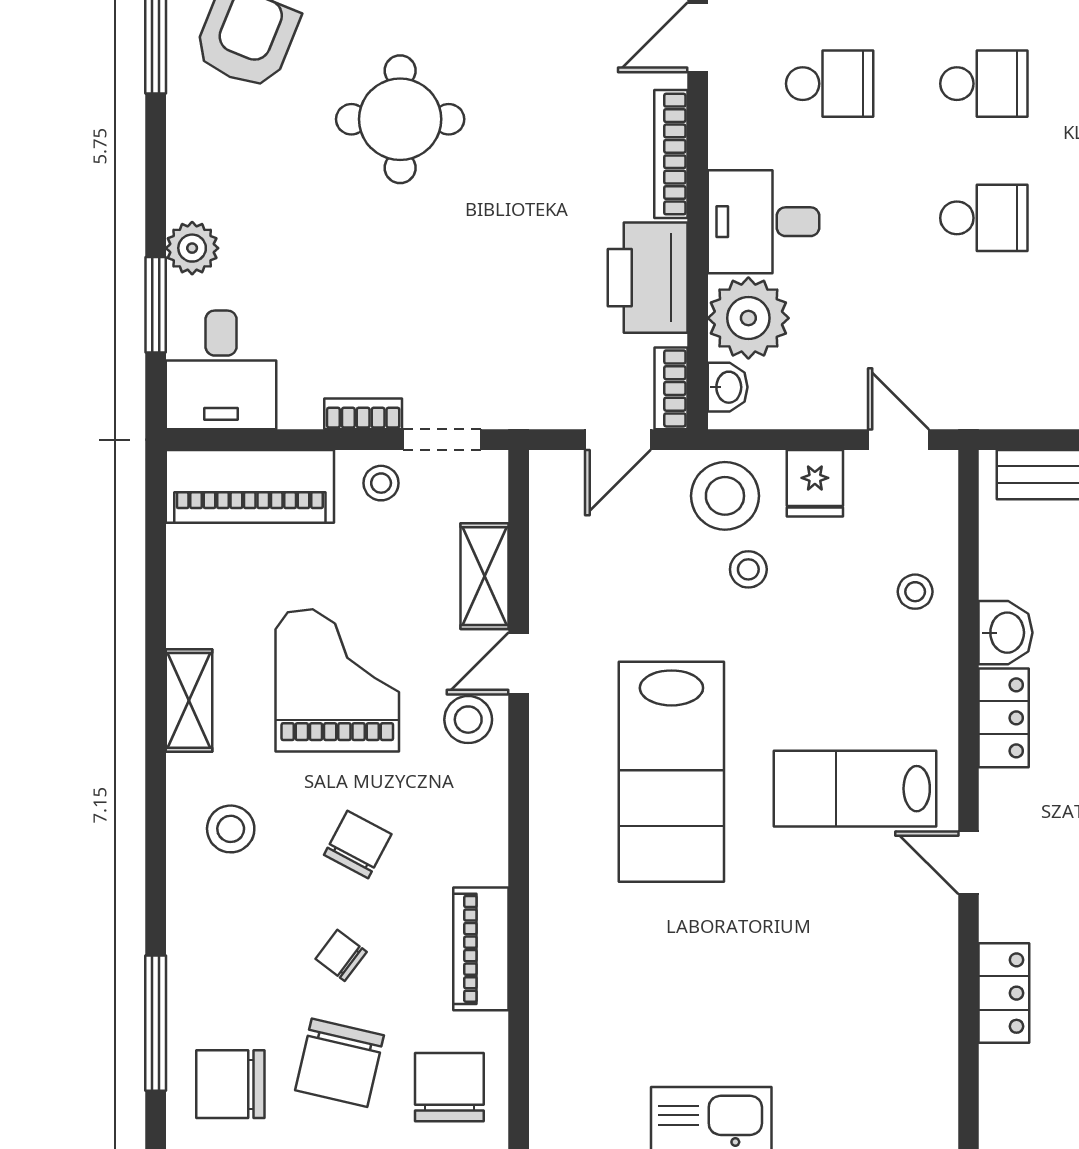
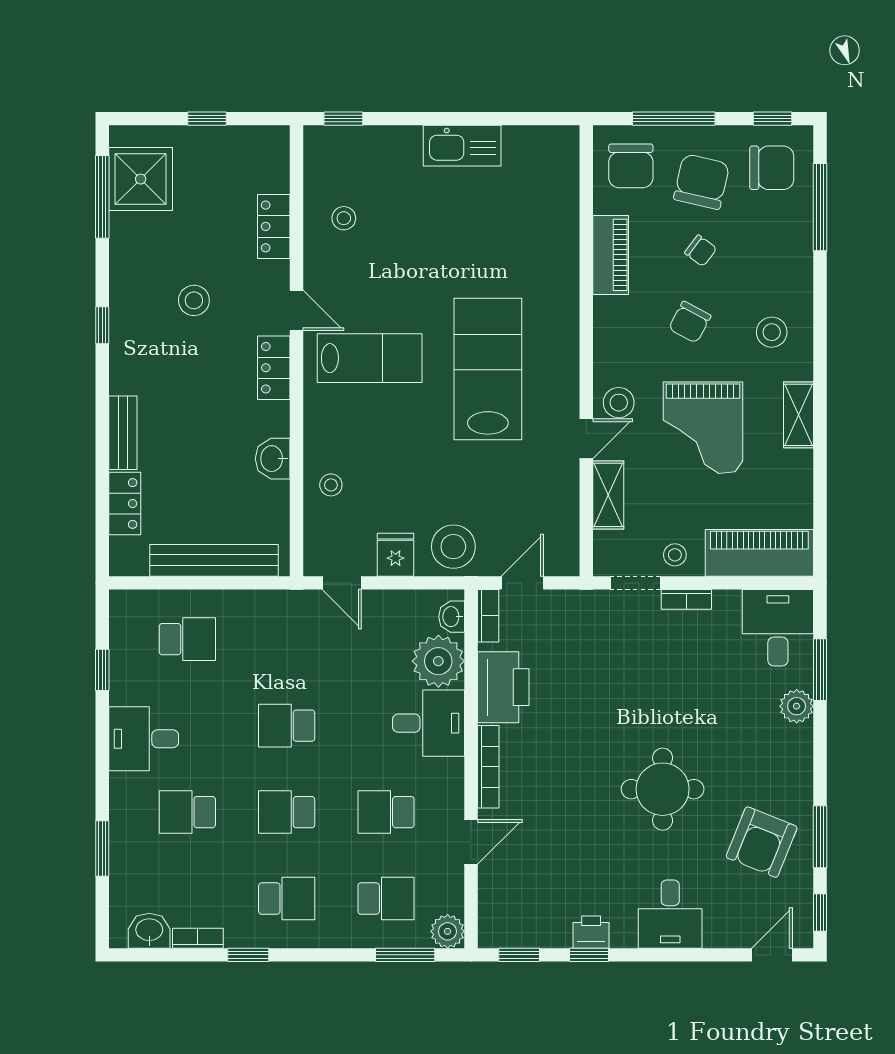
stool: (748, 569) -> (344, 218), moved
locker: (1004, 718) -> (274, 368), moved

